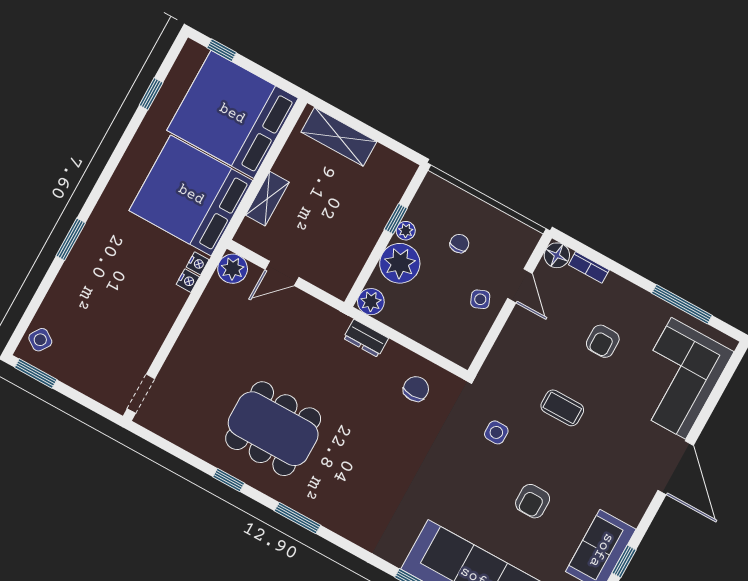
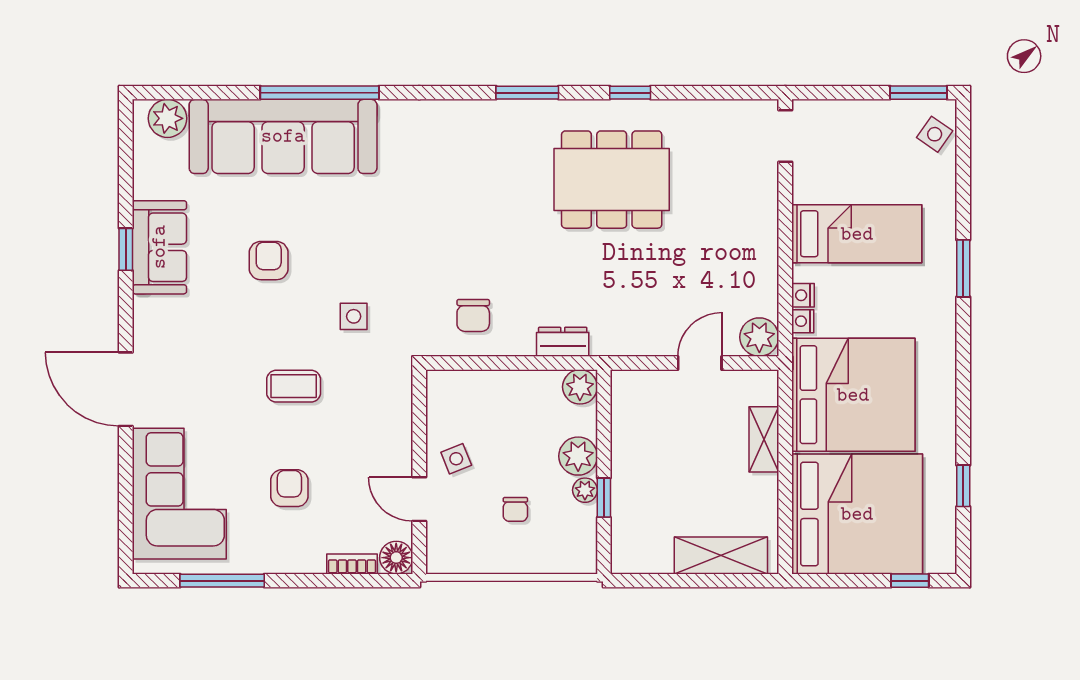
plant: (400, 263) -> (578, 456), width x0.73, depth x0.73
bed: (129, 302) -> (857, 234), added

